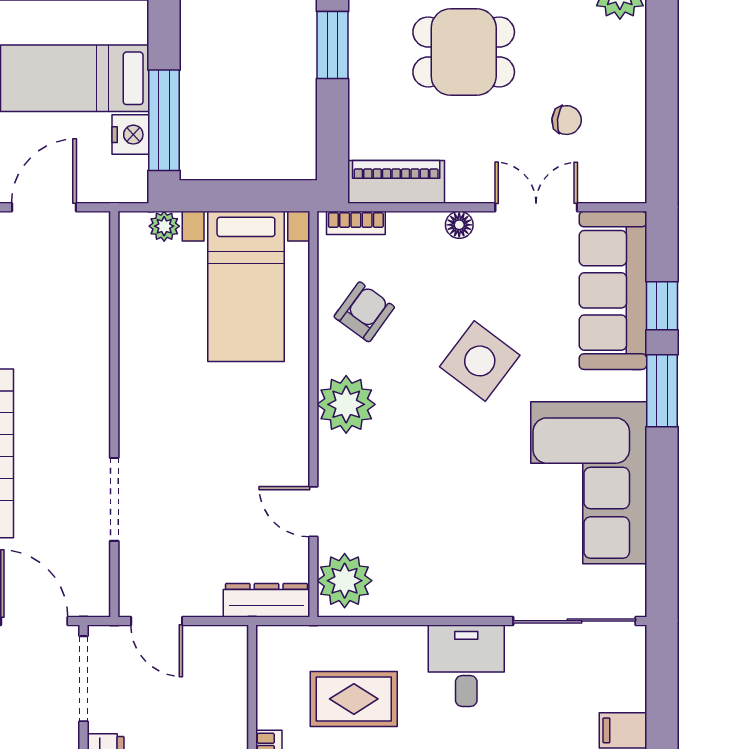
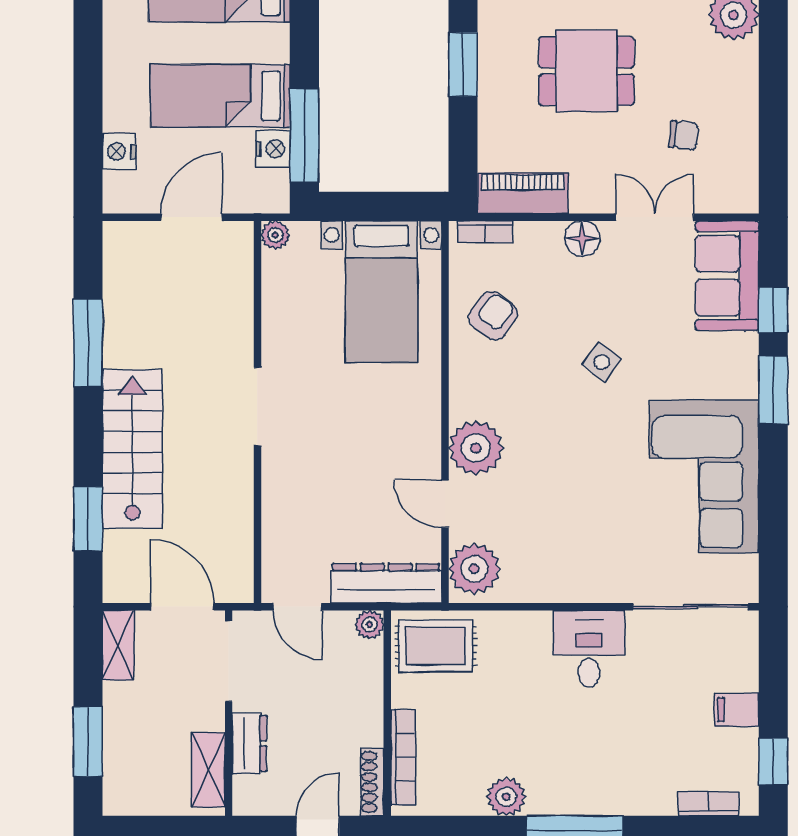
floor lamp: (459, 225) -> (582, 239), width x1.37, depth x1.37
plant: (164, 226) -> (275, 235), moved
sofa: (613, 290) -> (727, 276), width x0.73
side table: (480, 361) -> (602, 362), width x0.54, depth x0.54
plant: (346, 404) -> (476, 448), moved
doorway: (114, 499) -> (257, 407), moved
dresser: (266, 600) -> (386, 583), width x1.37, depth x1.24
plant: (233, 640) -> (370, 624), added
rug: (354, 699) -> (436, 646), moved

